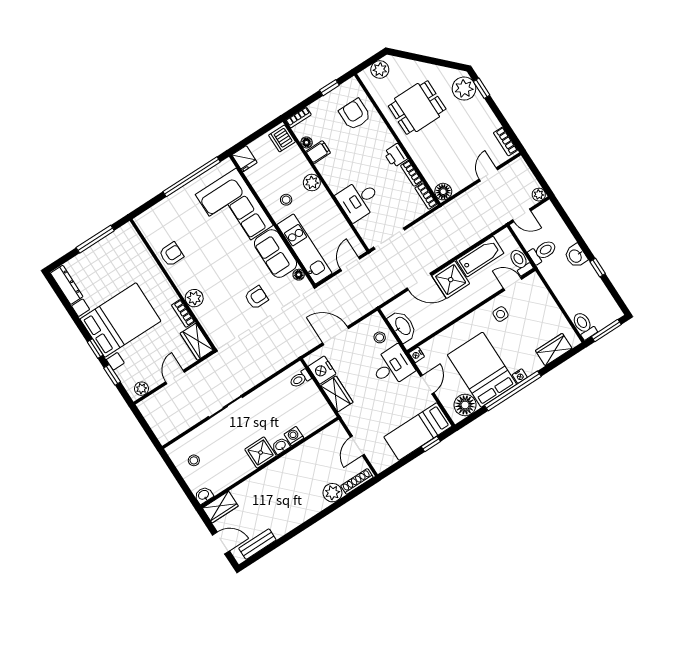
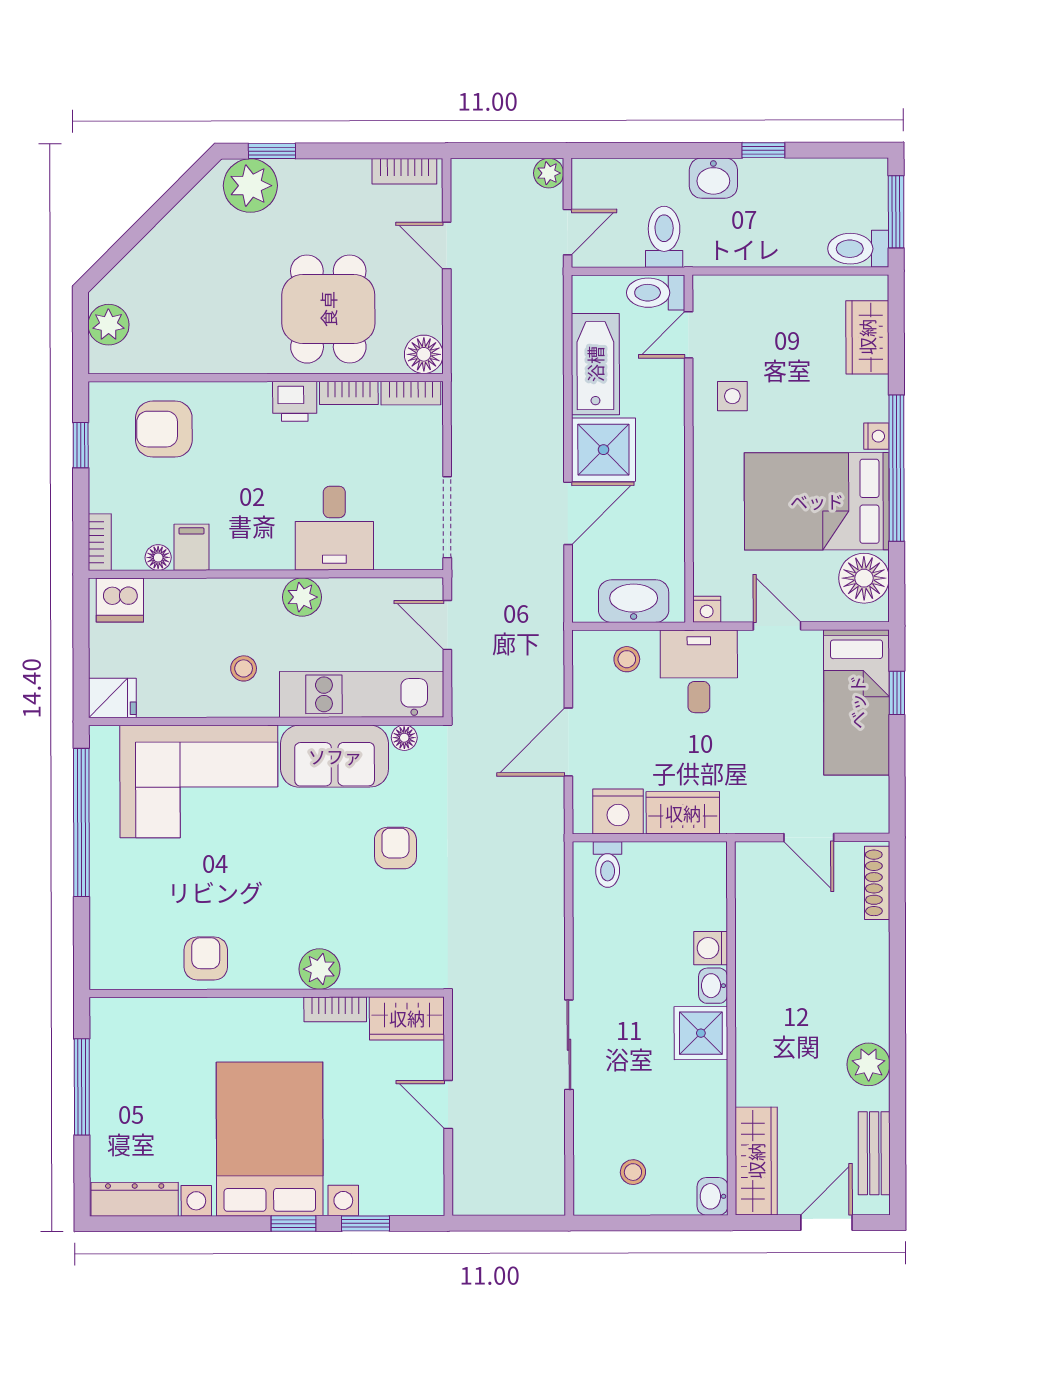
dining table: (417, 108) -> (328, 309), moved
plant: (312, 183) -> (302, 597), moved
plant: (141, 389) -> (429, 1184), removed
plant: (332, 493) -> (869, 1064), moved
wardrobe: (220, 507) -> (756, 1161), width x1.50

